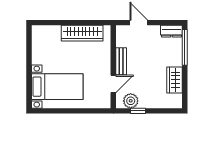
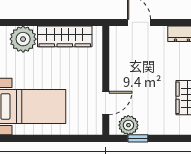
plant: (50, 35) -> (23, 39), added
bench: (121, 61) -> (116, 73), removed

